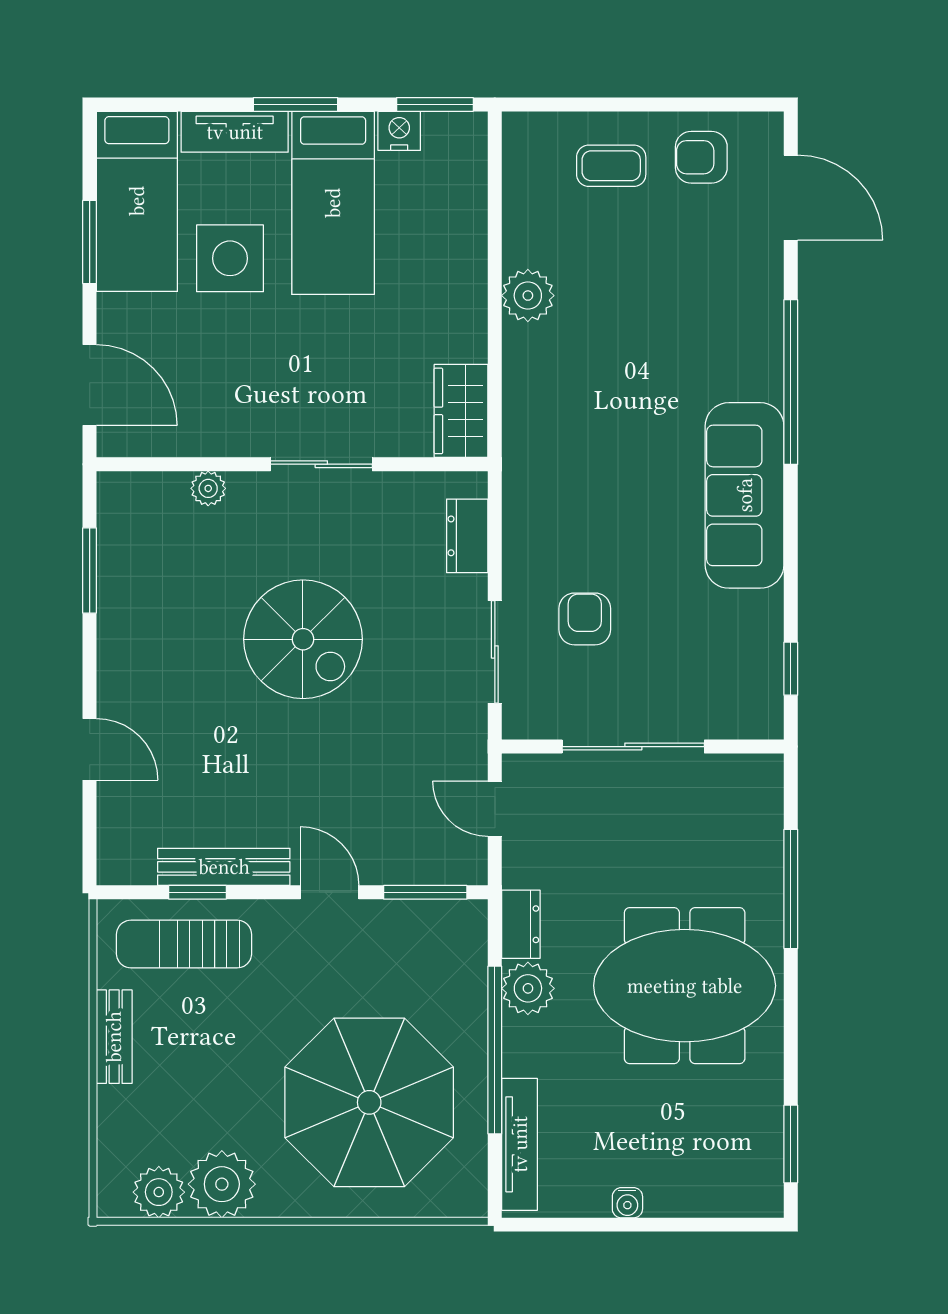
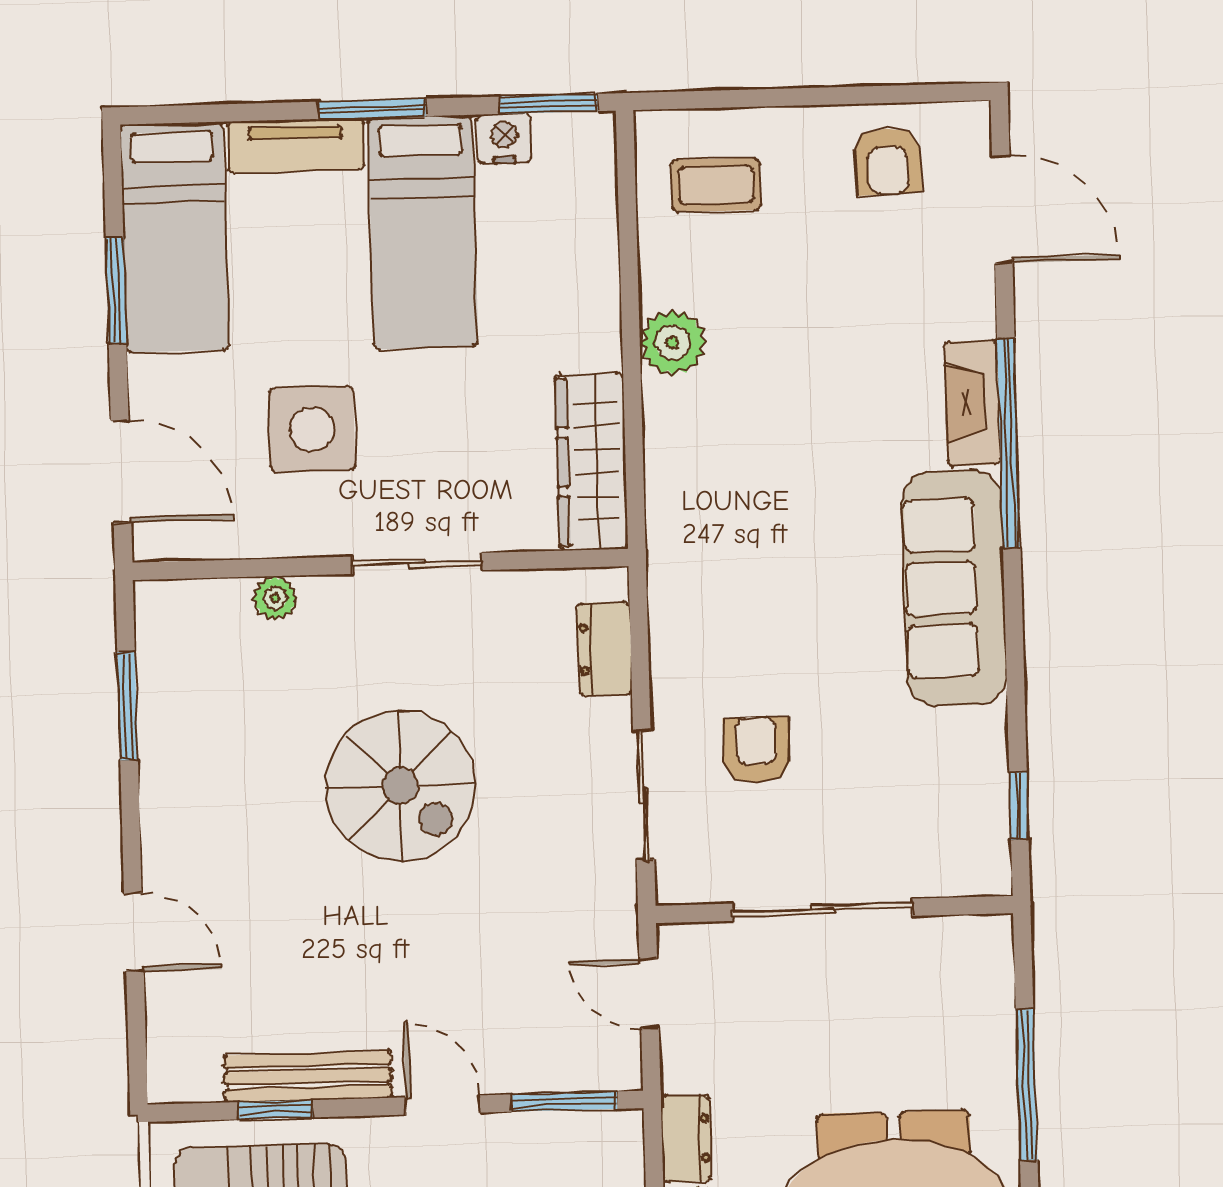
armchair: (701, 157) -> (888, 161), turned -92
coffee table: (611, 166) -> (716, 185), moved
side table: (230, 258) -> (312, 429), moved
fireplace: (763, 350) -> (972, 403), added
wardrobe: (461, 411) -> (591, 462), width x1.50

